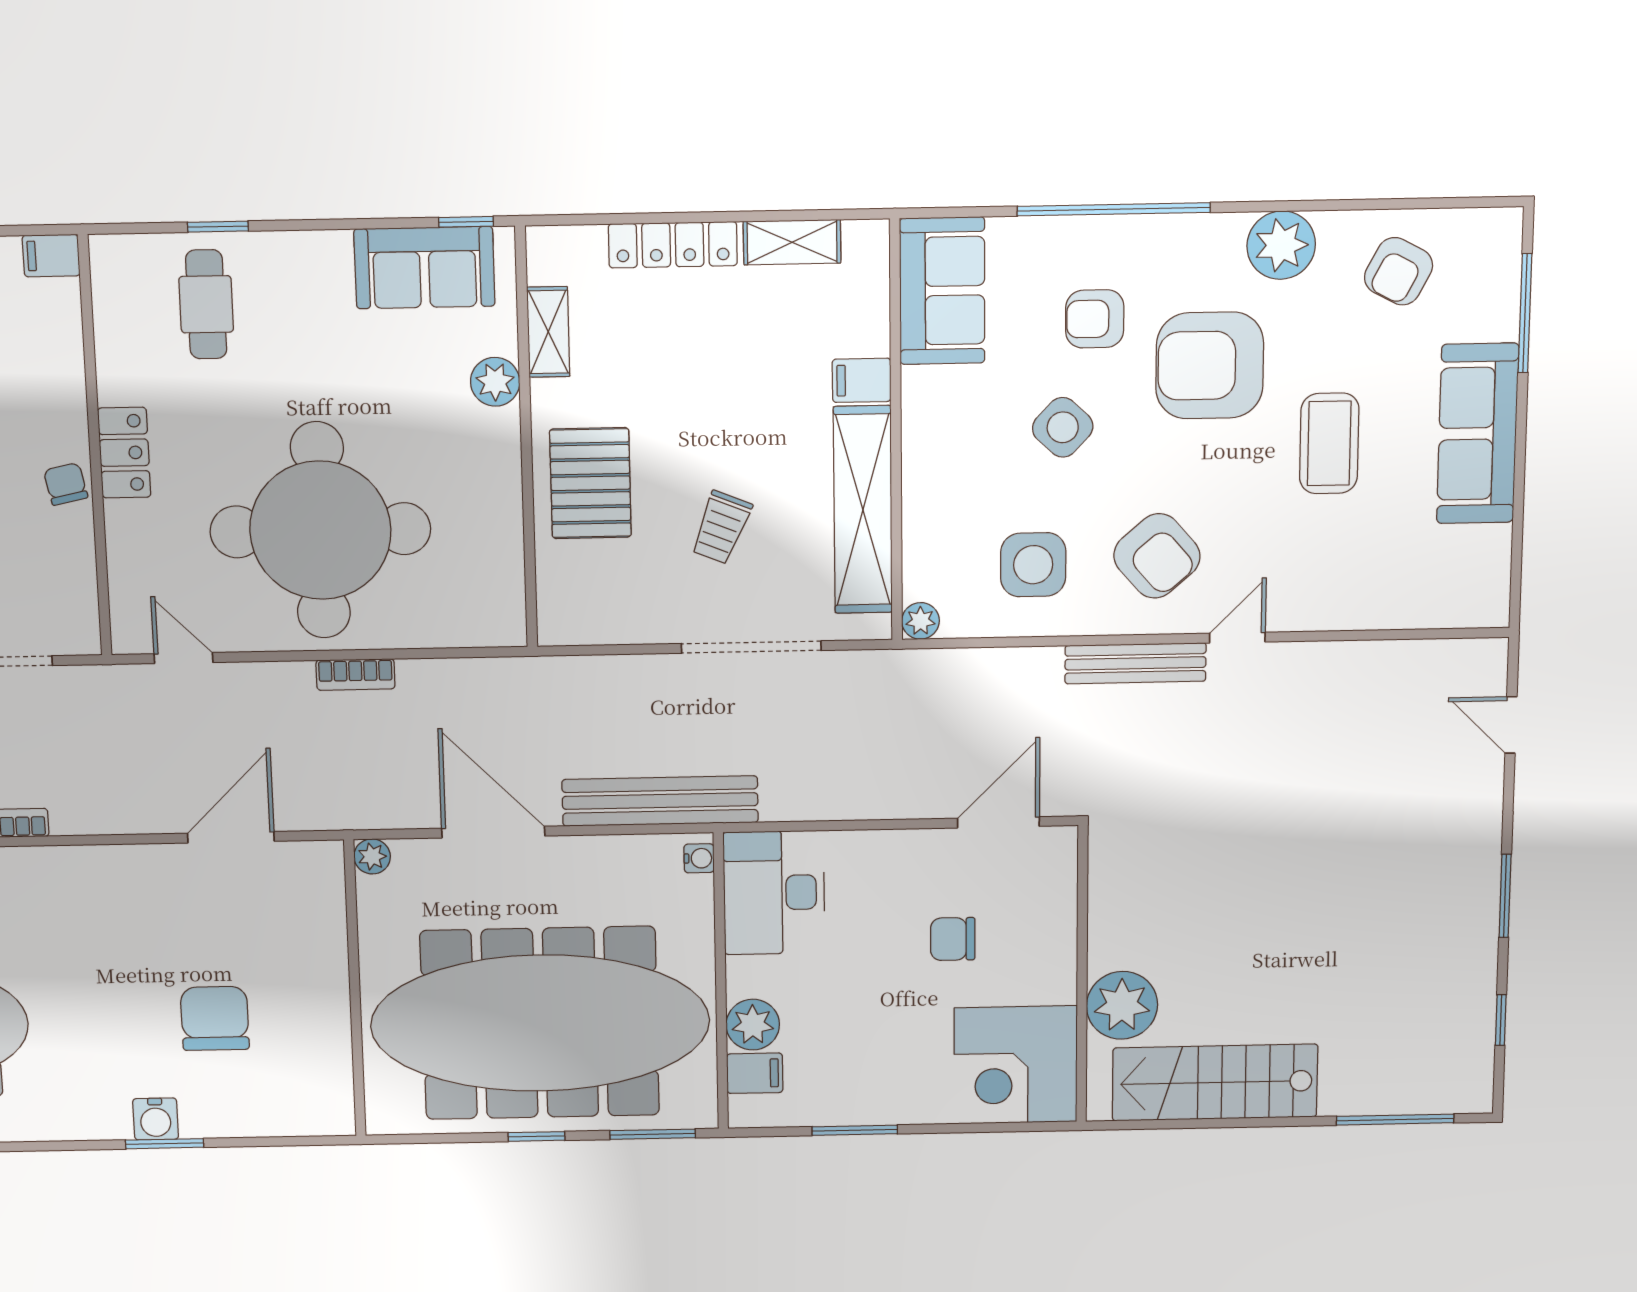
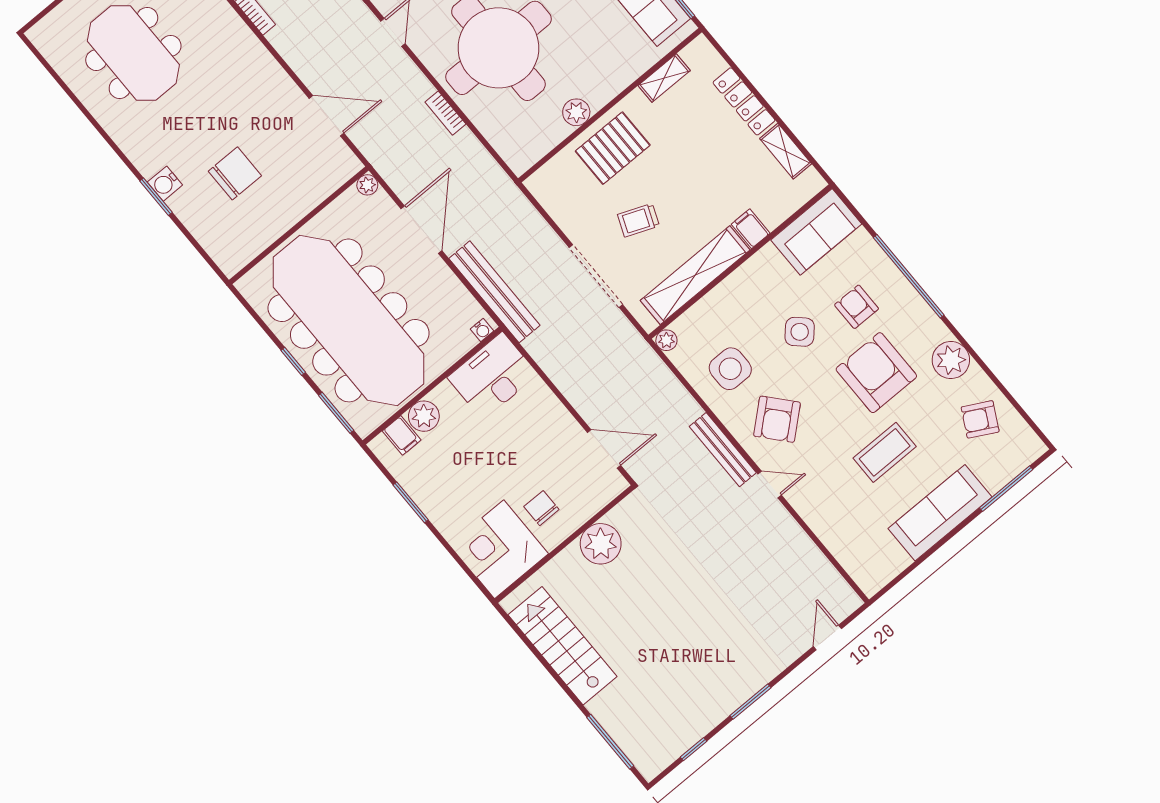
plant: (495, 382) -> (576, 112), moved
chair: (953, 939) -> (541, 508), moved
plant: (1122, 1005) -> (601, 544), moved

